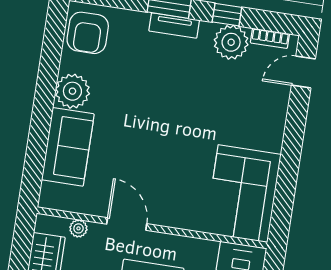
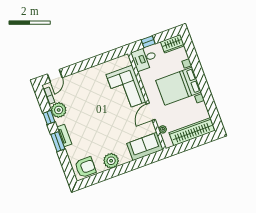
door: (303, 72) -> (55, 76), hinge flipped
sofa: (68, 147) -> (145, 147), moved
corner sofa: (243, 194) -> (126, 88), moved, turned 90

